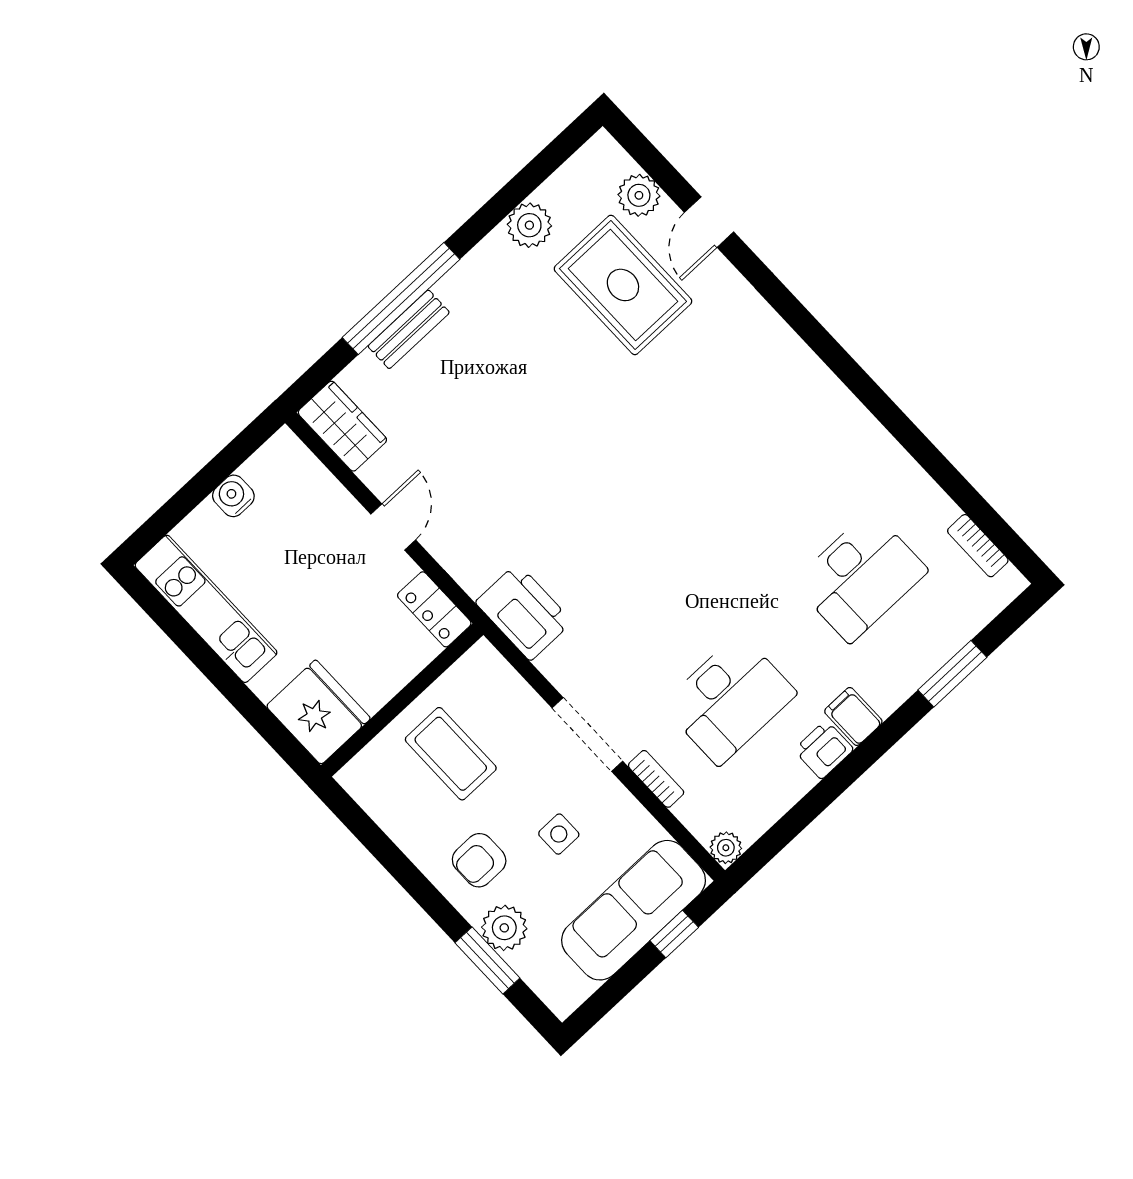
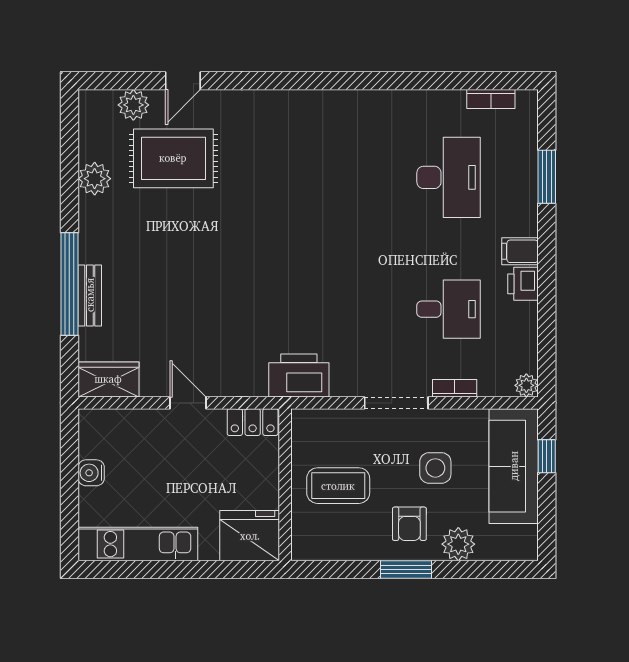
door: (709, 222) -> (183, 81), hinge flipped
desk: (729, 699) -> (449, 309), width x0.73
side table: (559, 834) -> (435, 468), width x1.37, depth x1.37
window: (487, 960) -> (406, 570), moved

